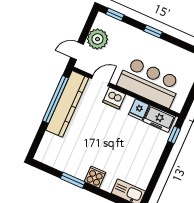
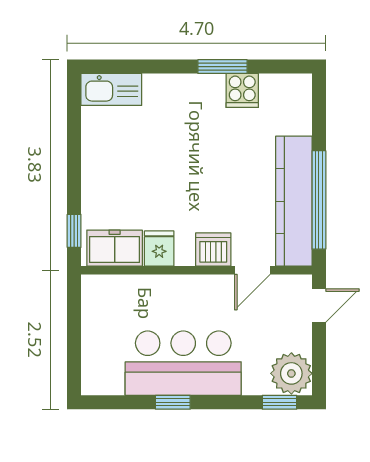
window: (153, 31) -> (173, 402), moved
plant: (97, 39) -> (291, 373), moved
bar counter: (149, 82) -> (183, 363), moved, turned 180
cooker: (95, 177) -> (242, 90), moved

